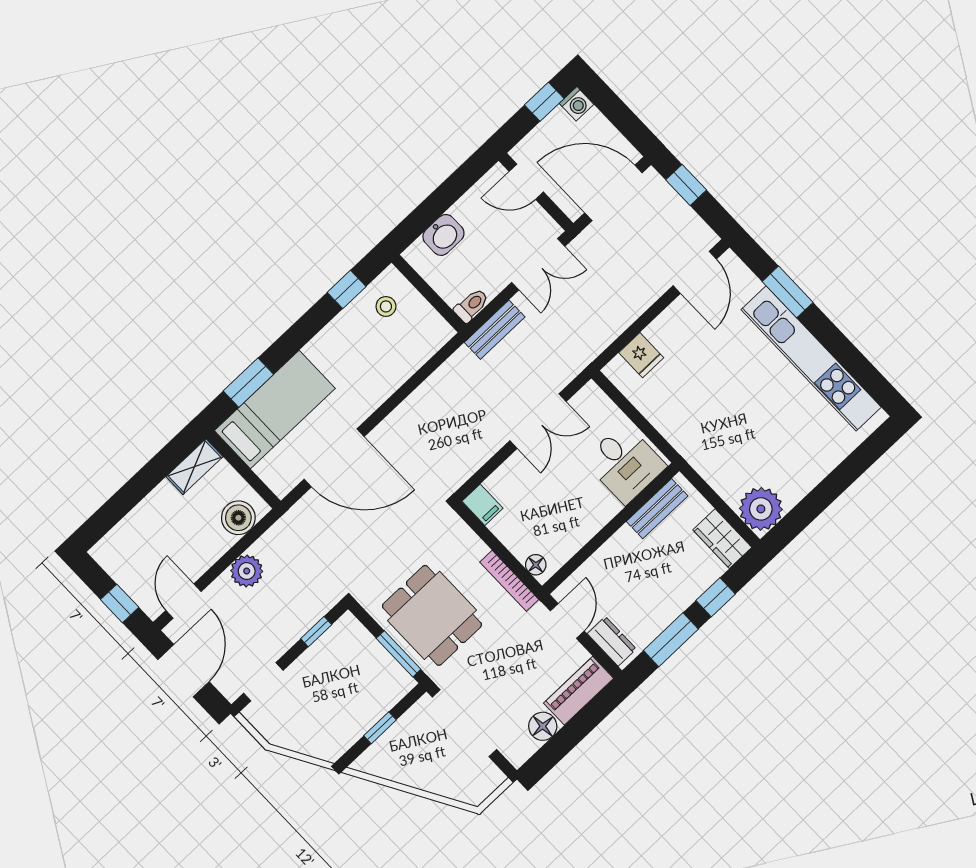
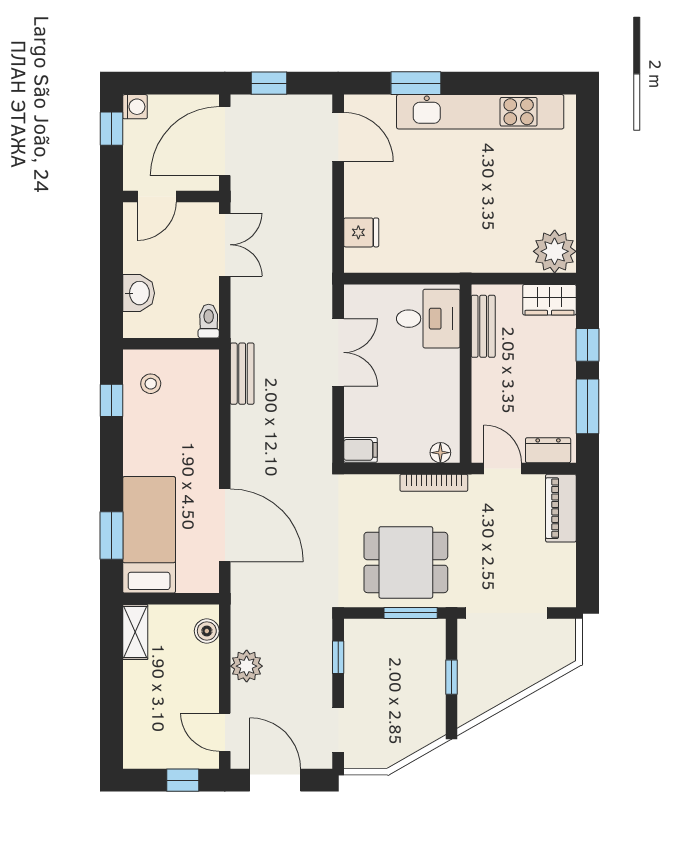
bench: (495, 330) -> (242, 374), moved
door: (334, 458) -> (225, 525), hinge flipped
boiler: (238, 518) -> (207, 631), width x0.73, depth x0.73
floor lamp: (543, 726) -> (562, 558), removed

